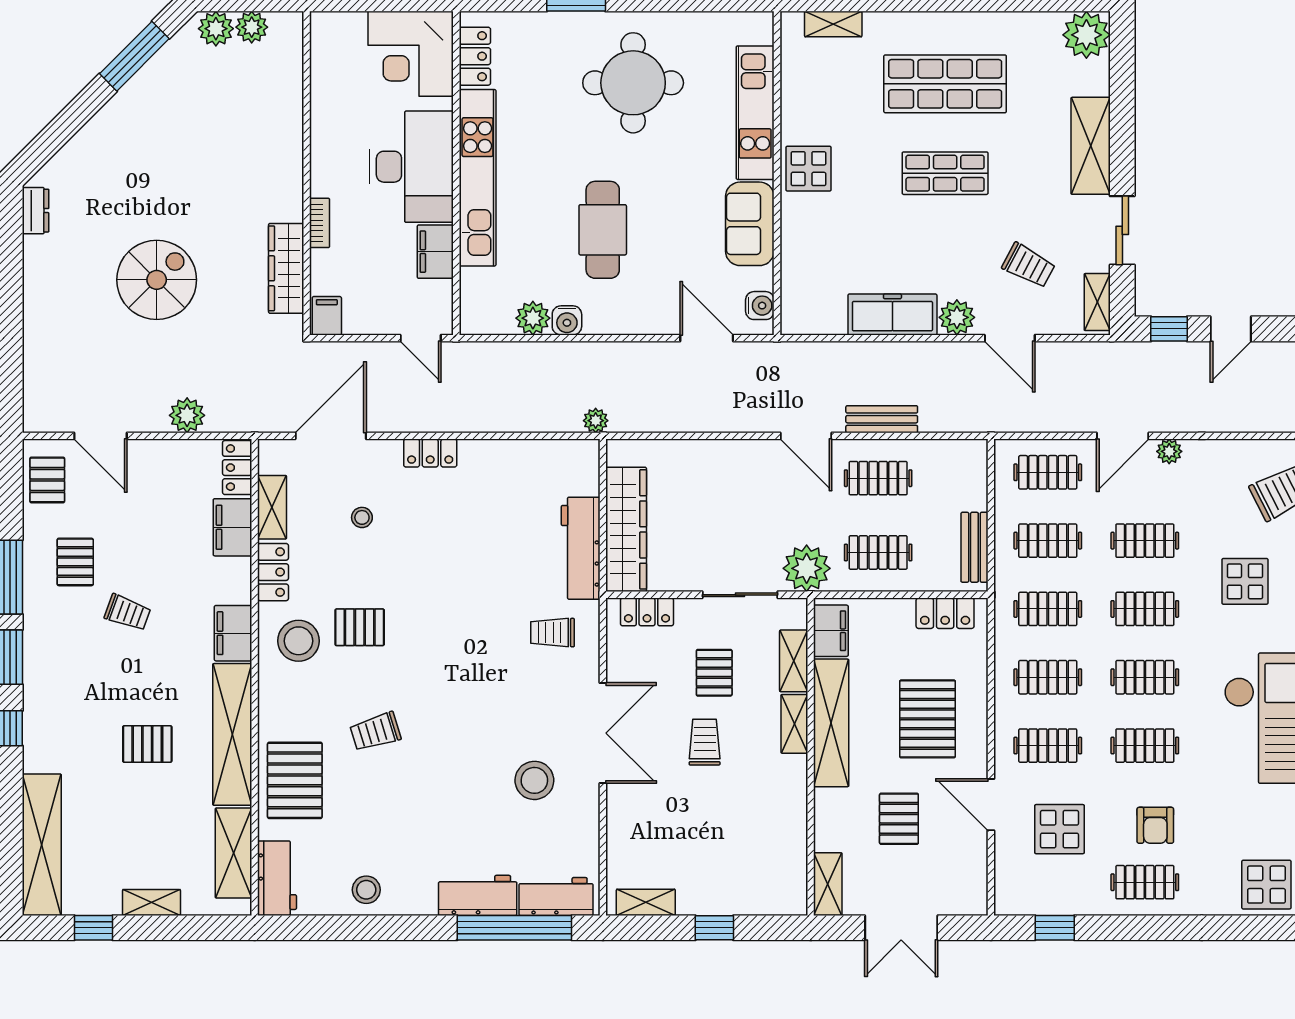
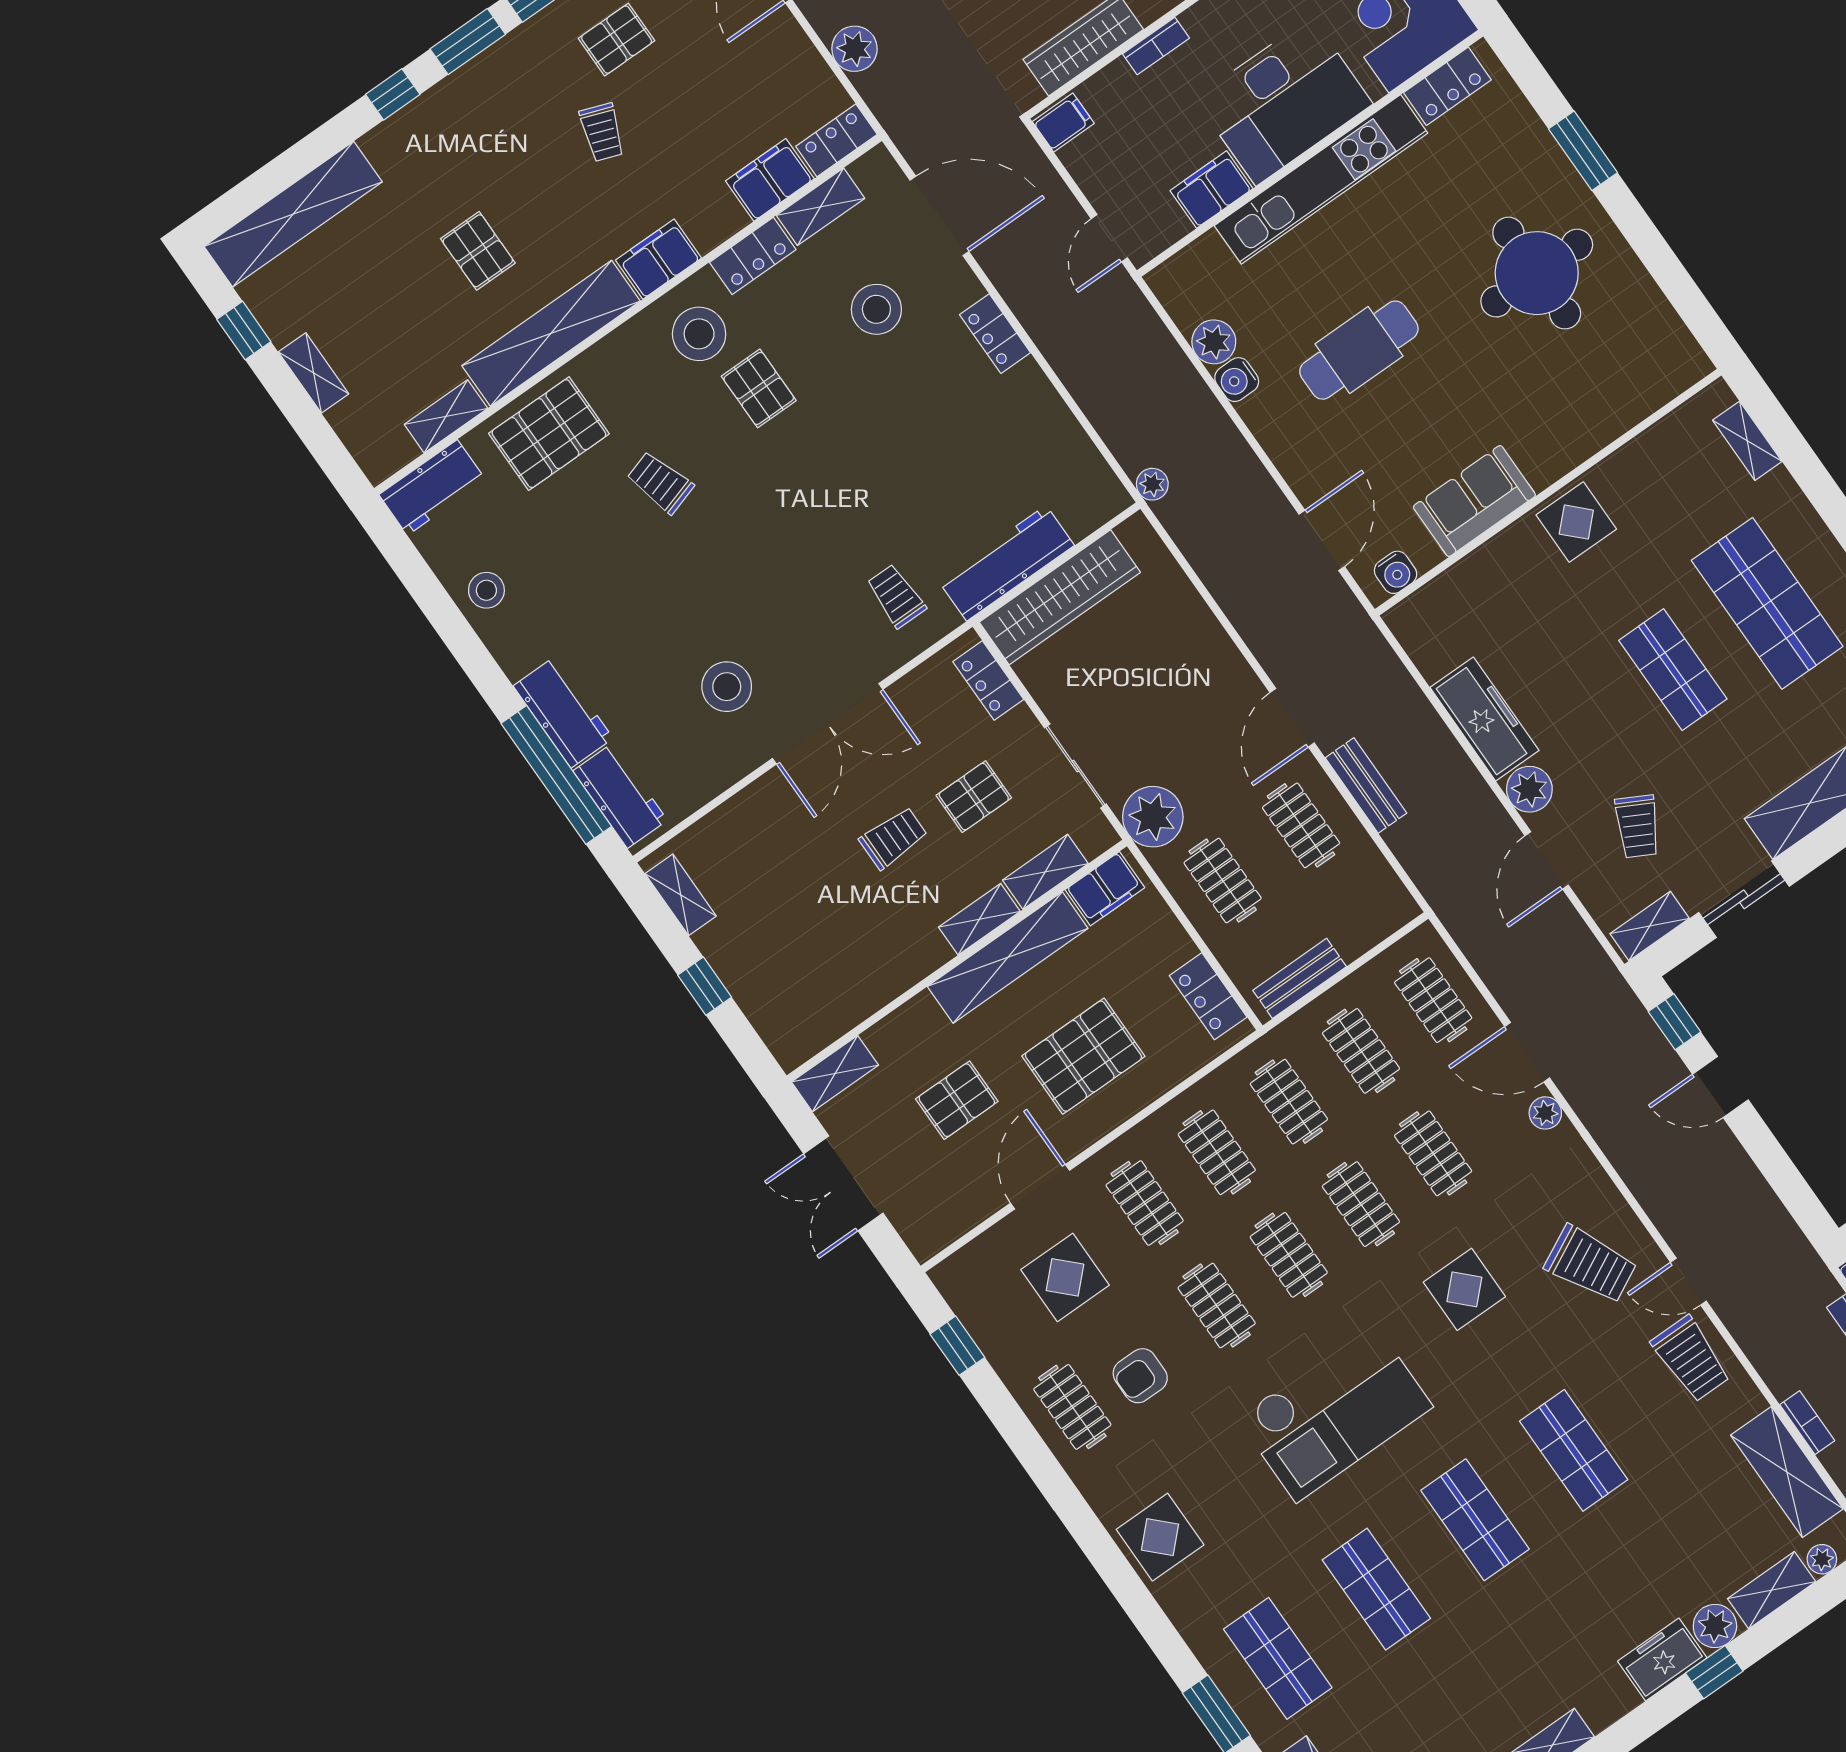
kitchen unit: (755, 113) -> (1596, 424), removed
stool: (362, 517) -> (876, 309), width x1.89, depth x1.89
shelving: (233, 853) -> (446, 416), width x0.67, depth x0.75

